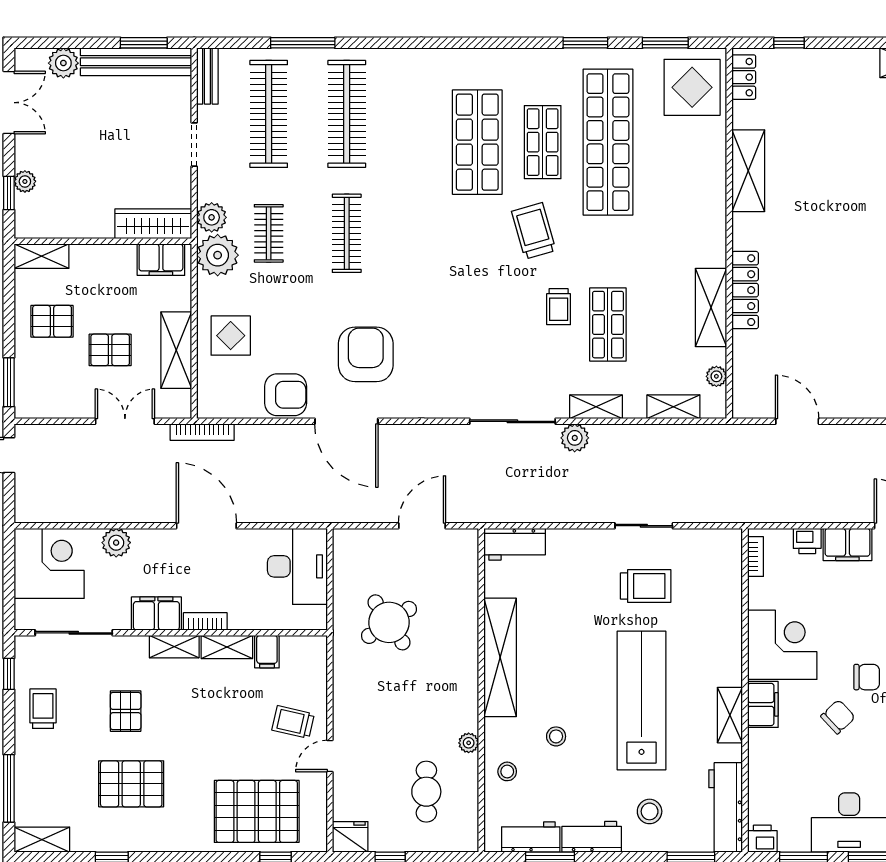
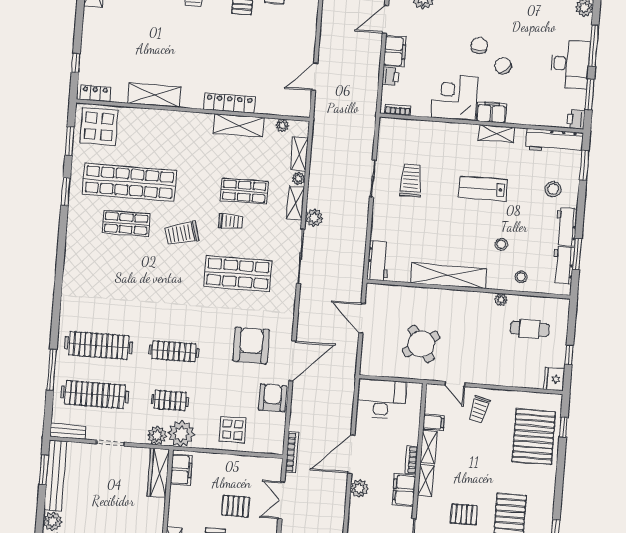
shop shelf: (477, 142) -> (238, 274), moved
pallet: (110, 350) -> (236, 506), turned 90
shelving: (176, 350) -> (239, 465), removed
armchair: (366, 354) -> (251, 345), turned 90
plant: (635, 408) -> (299, 179), added
plant: (116, 543) -> (359, 488), moved
lab bench: (642, 700) -> (483, 189), width x0.54, depth x0.72
door: (330, 756) -> (455, 384), moved

